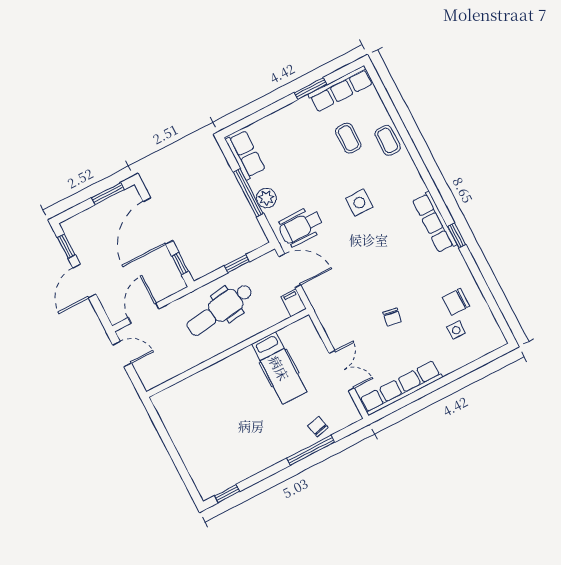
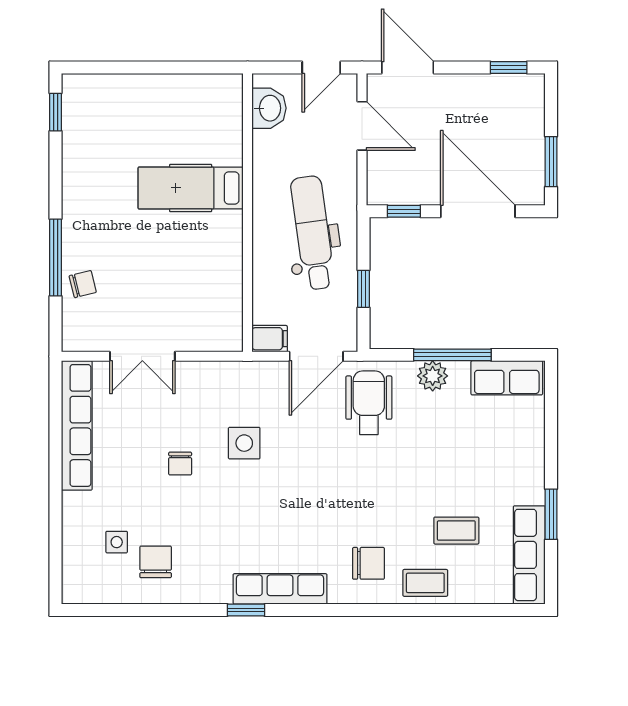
chair: (393, 179) -> (368, 563), added
side table: (359, 203) -> (244, 443), moved
door: (84, 281) -> (408, 68), moved
chair: (392, 317) -> (180, 464), turned -99
hospital bed: (279, 368) -> (191, 188), moved
washbasin: (161, 372) -> (269, 108), added

